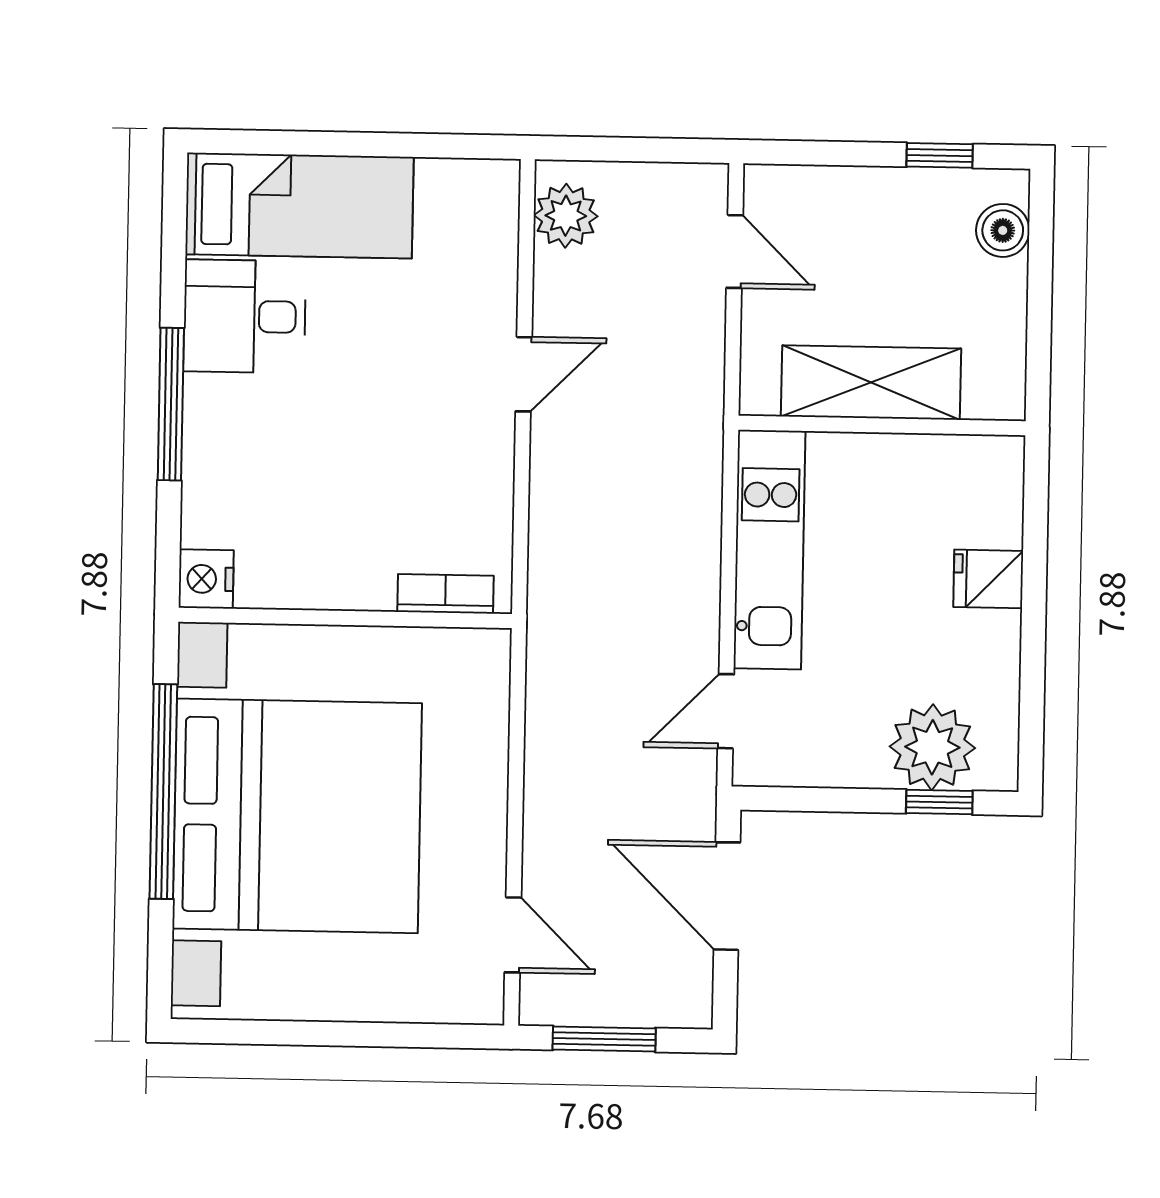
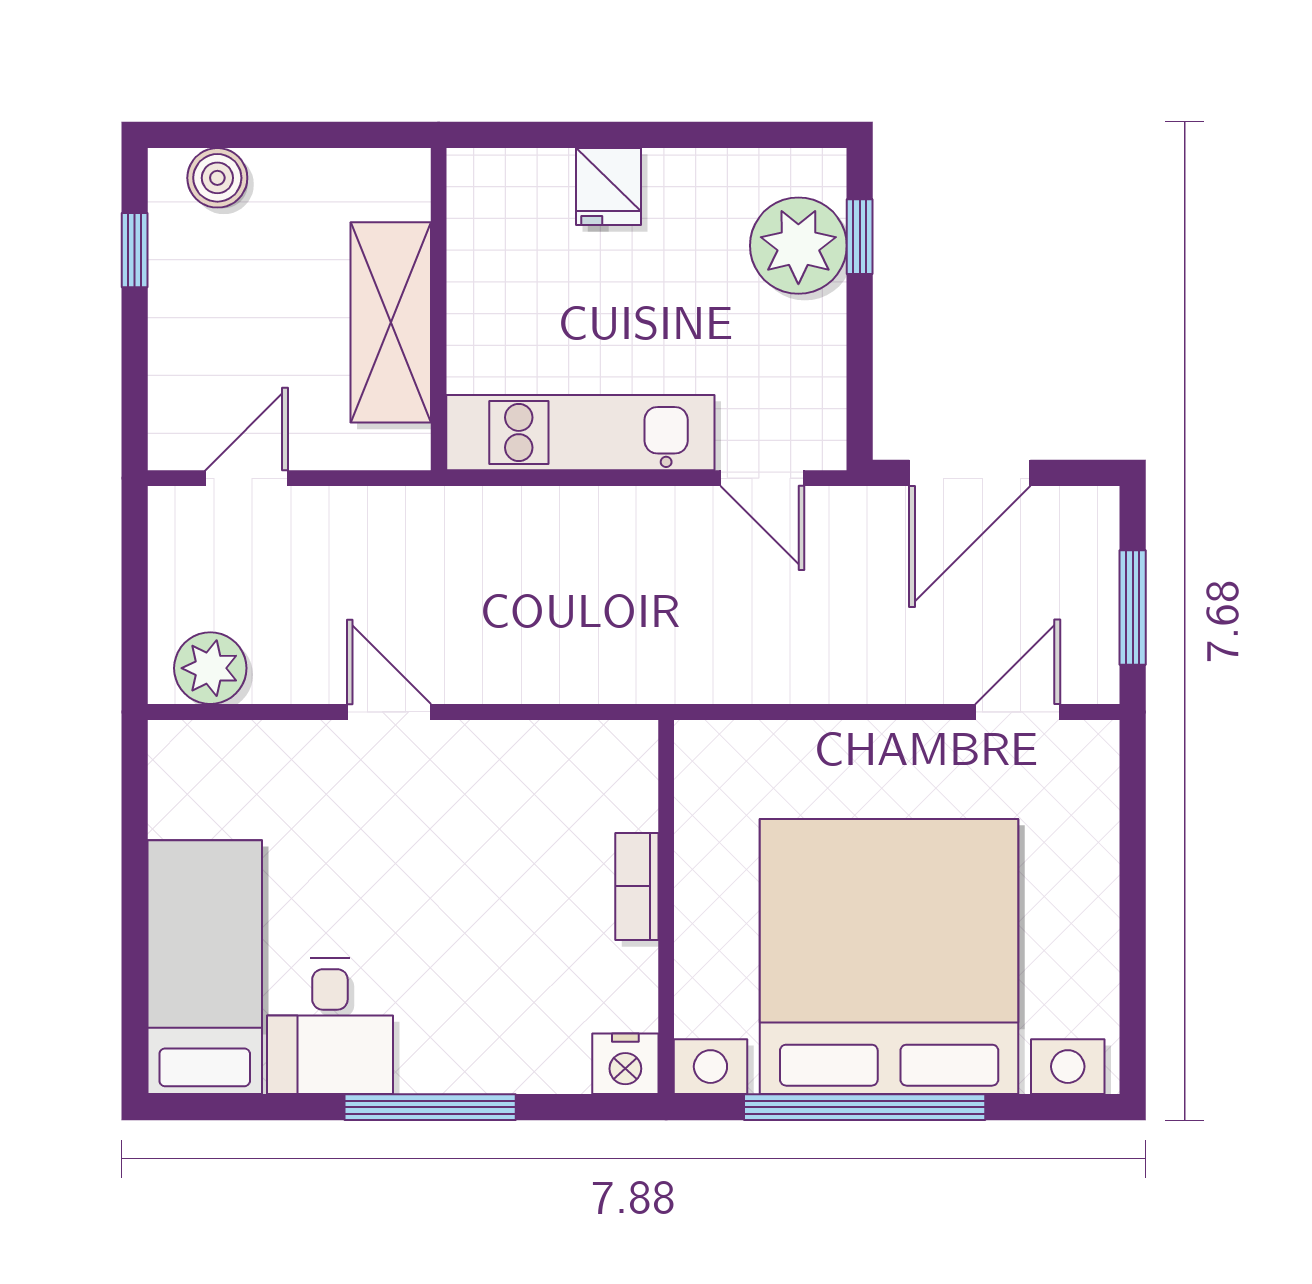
bookcase: (446, 594) -> (637, 886), moved

